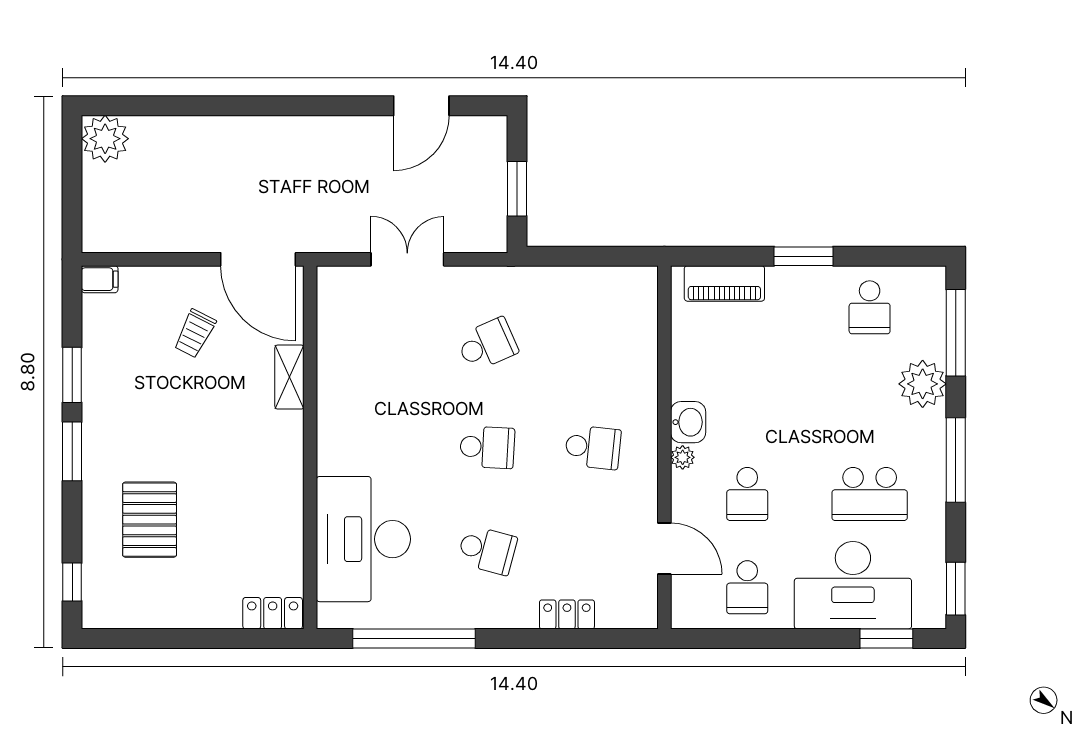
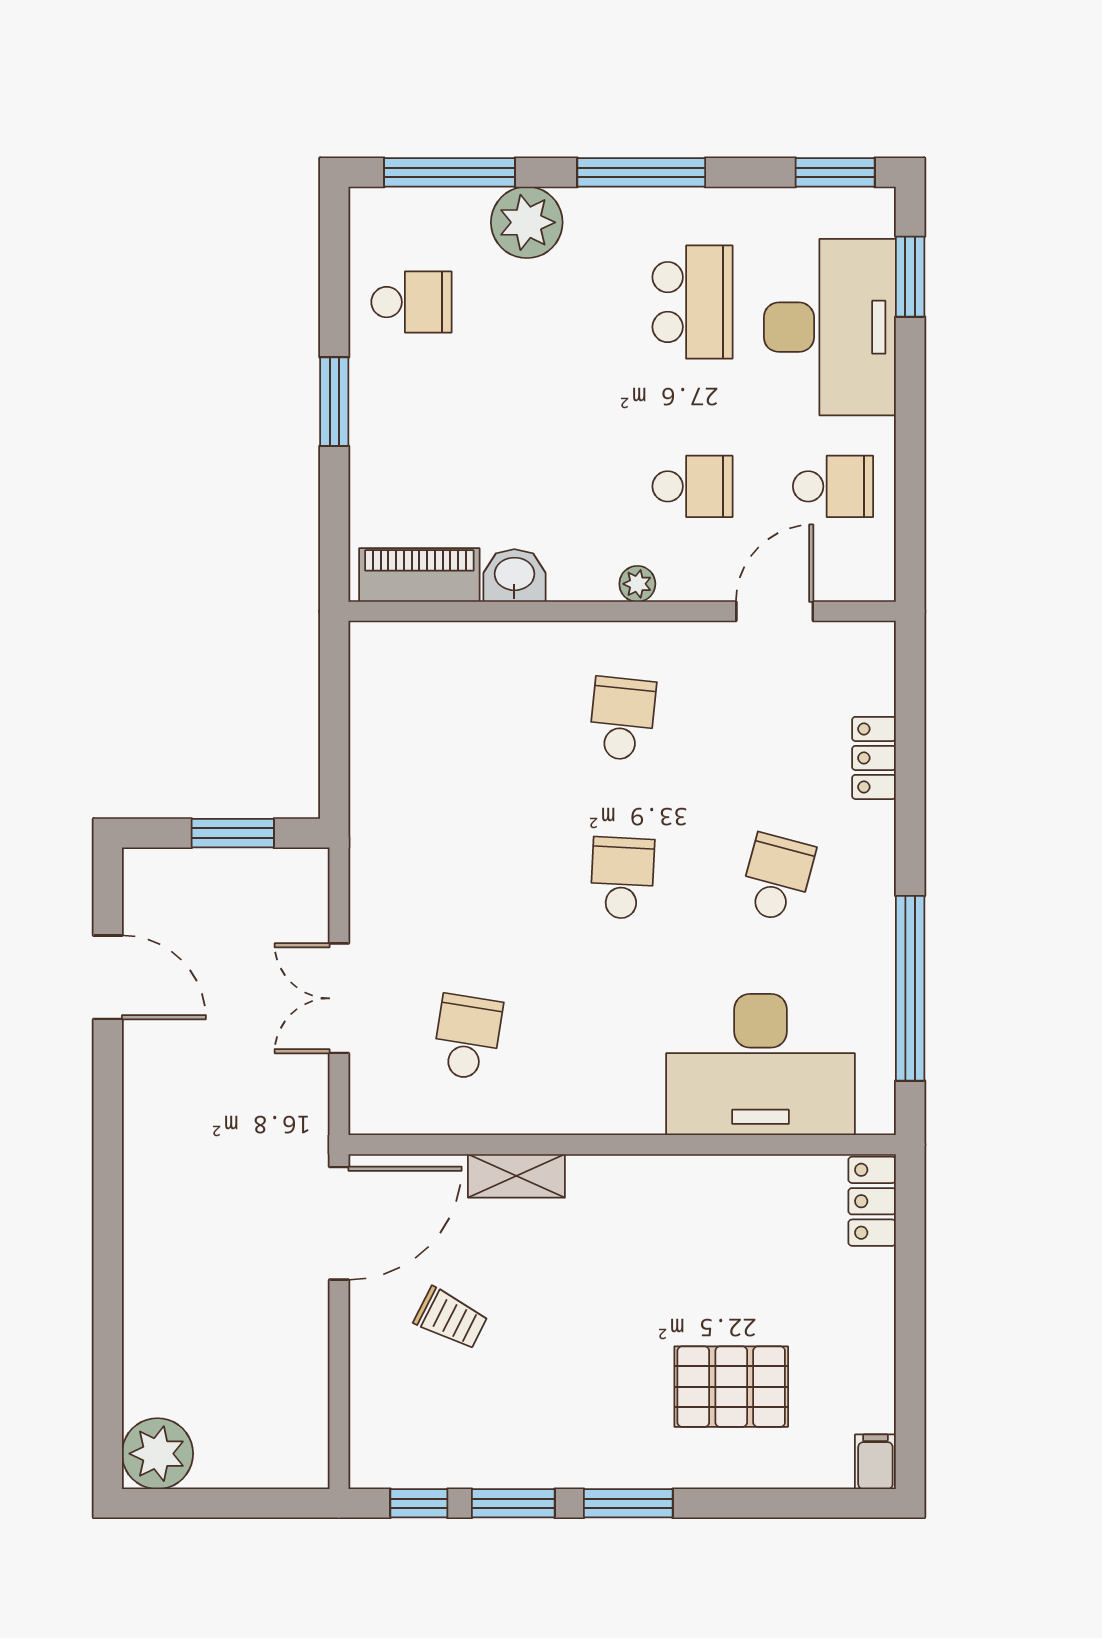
filing cabinet: (100, 279) -> (875, 1462), moved
piano: (724, 283) -> (419, 575), moved, turned -90
school desk: (487, 345) -> (467, 1037), moved, turned 33
washbasin: (688, 422) -> (514, 576), moved
window: (72, 582) -> (419, 1503), moved

